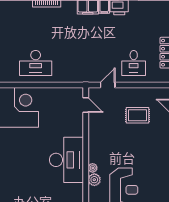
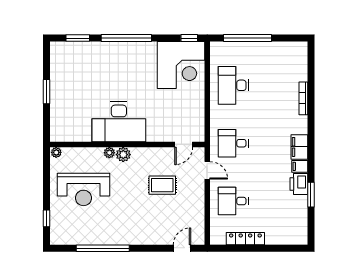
desk: (85, 63) -> (233, 143), added
rug: (137, 115) -> (162, 185), moved, turned 90
plant: (94, 180) -> (123, 155), moved

